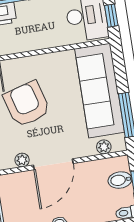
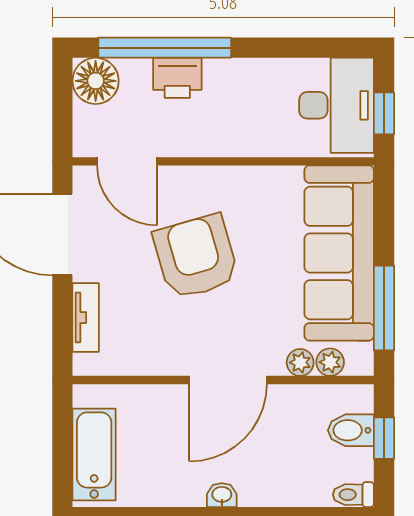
plant: (22, 160) -> (300, 362), moved

